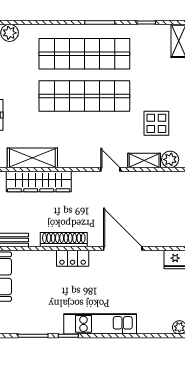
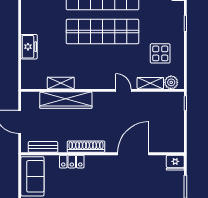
shelving: (32, 158) -> (61, 83), width x0.67, depth x0.75
door: (123, 249) -> (133, 154), hinge flipped
locker: (73, 258) -> (72, 162), moved

